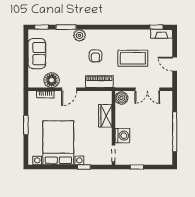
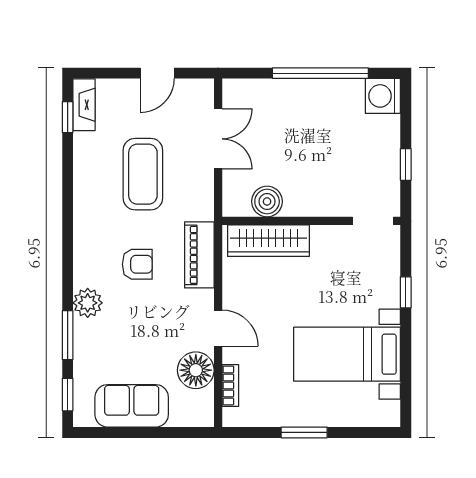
boiler: (121, 98) -> (267, 201), moved
wardrobe: (105, 116) -> (268, 241), width x1.50
washing machine: (122, 136) -> (383, 96), moved, turned -90
bed with nightstands: (58, 143) -> (347, 354), width x0.73

